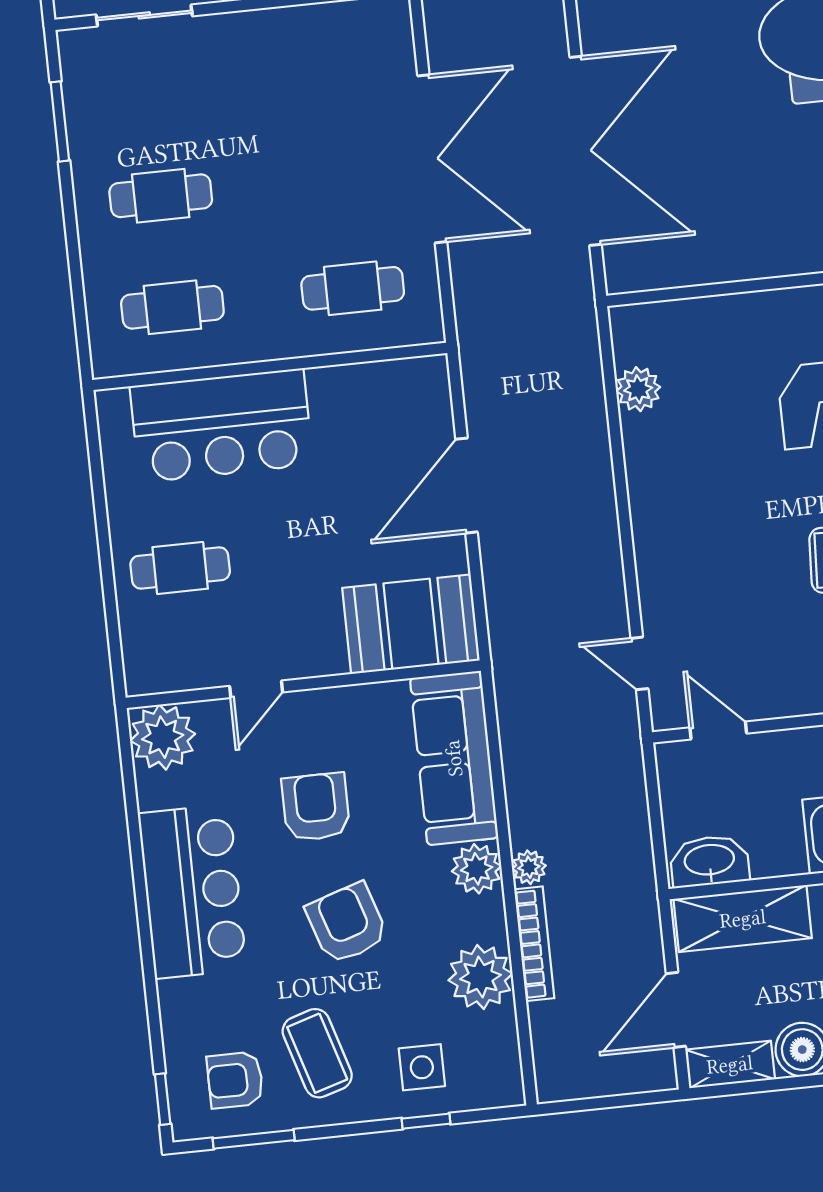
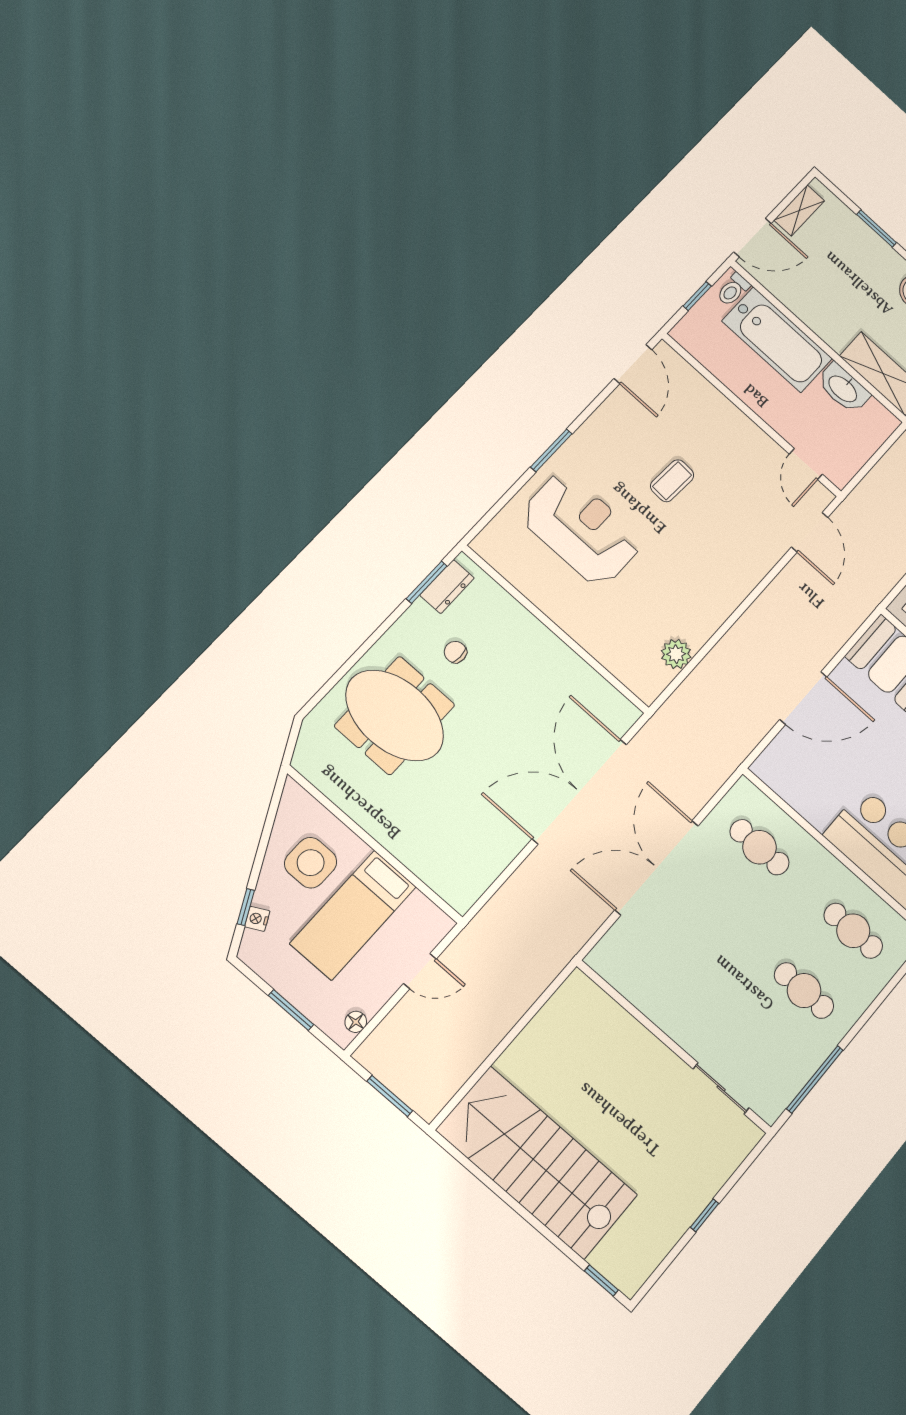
window: (60, 121) -> (815, 1079), width x1.44
door: (639, 663) -> (810, 532), width x1.38
washbasin: (709, 861) -> (843, 388), moved

